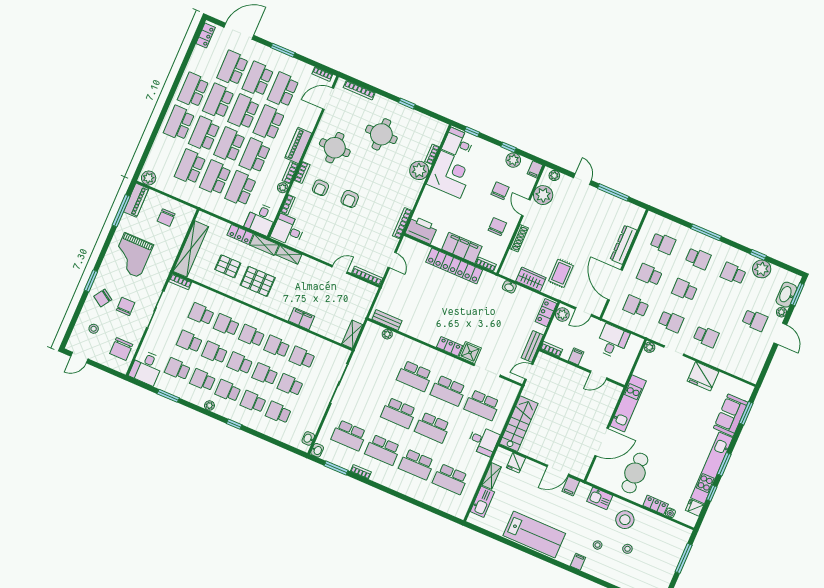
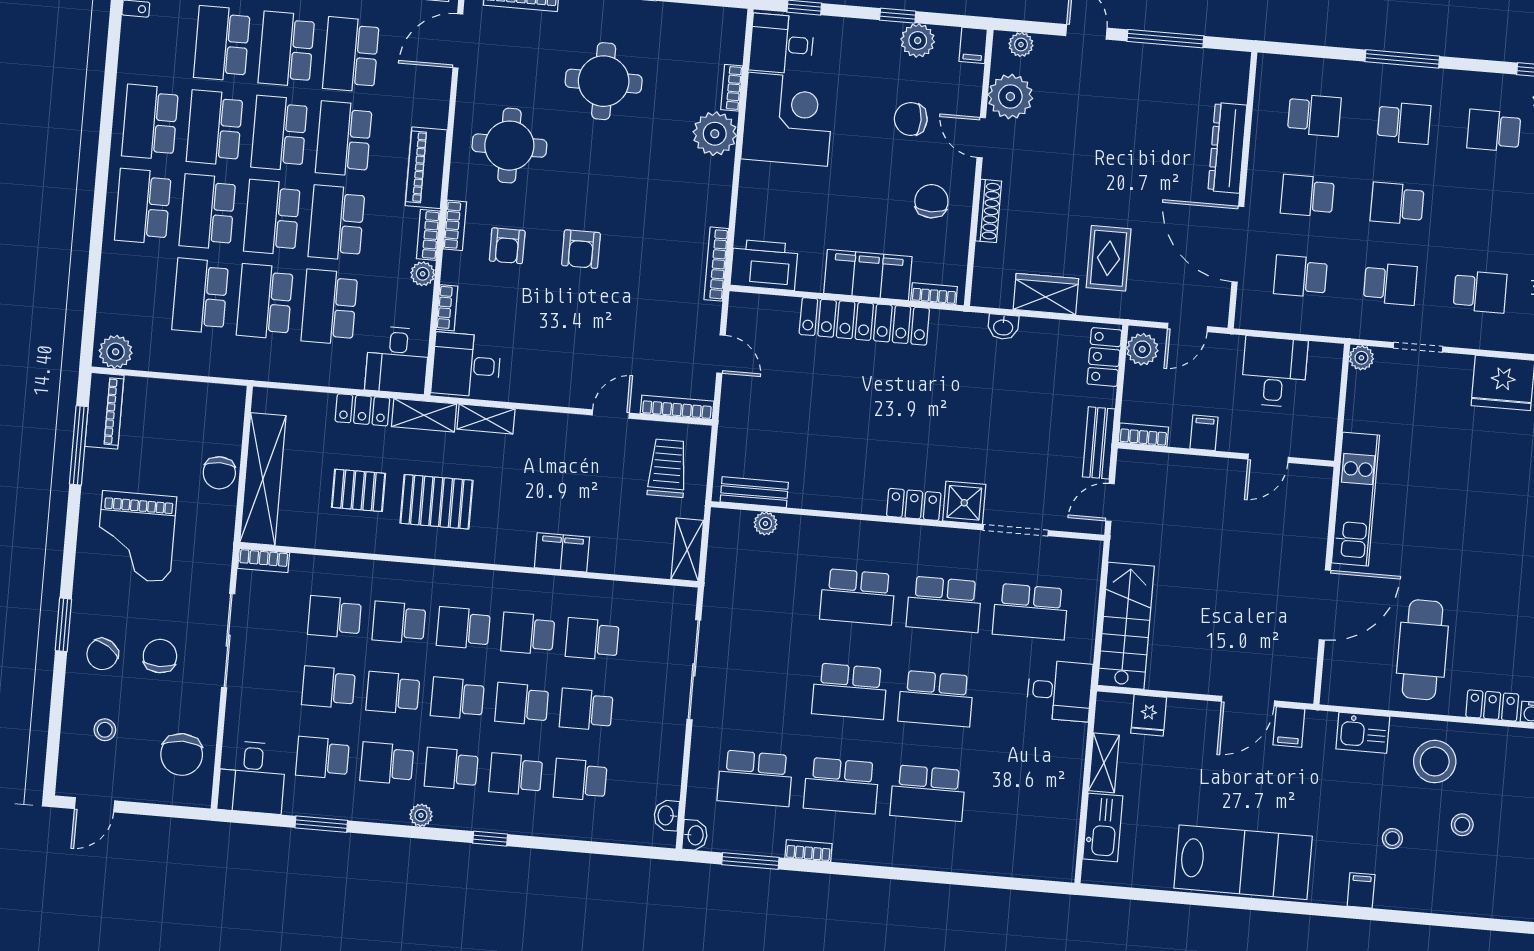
chair: (500, 191) -> (911, 119), turned -90
chair: (166, 218) -> (219, 473), moved
trolley: (355, 299) -> (667, 468), added
school desk: (450, 479) -> (1014, 800), removed

